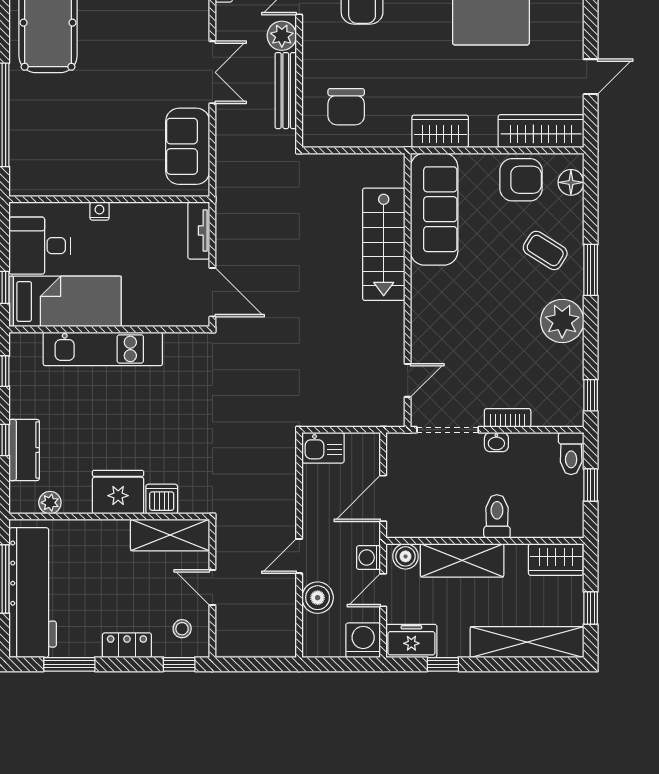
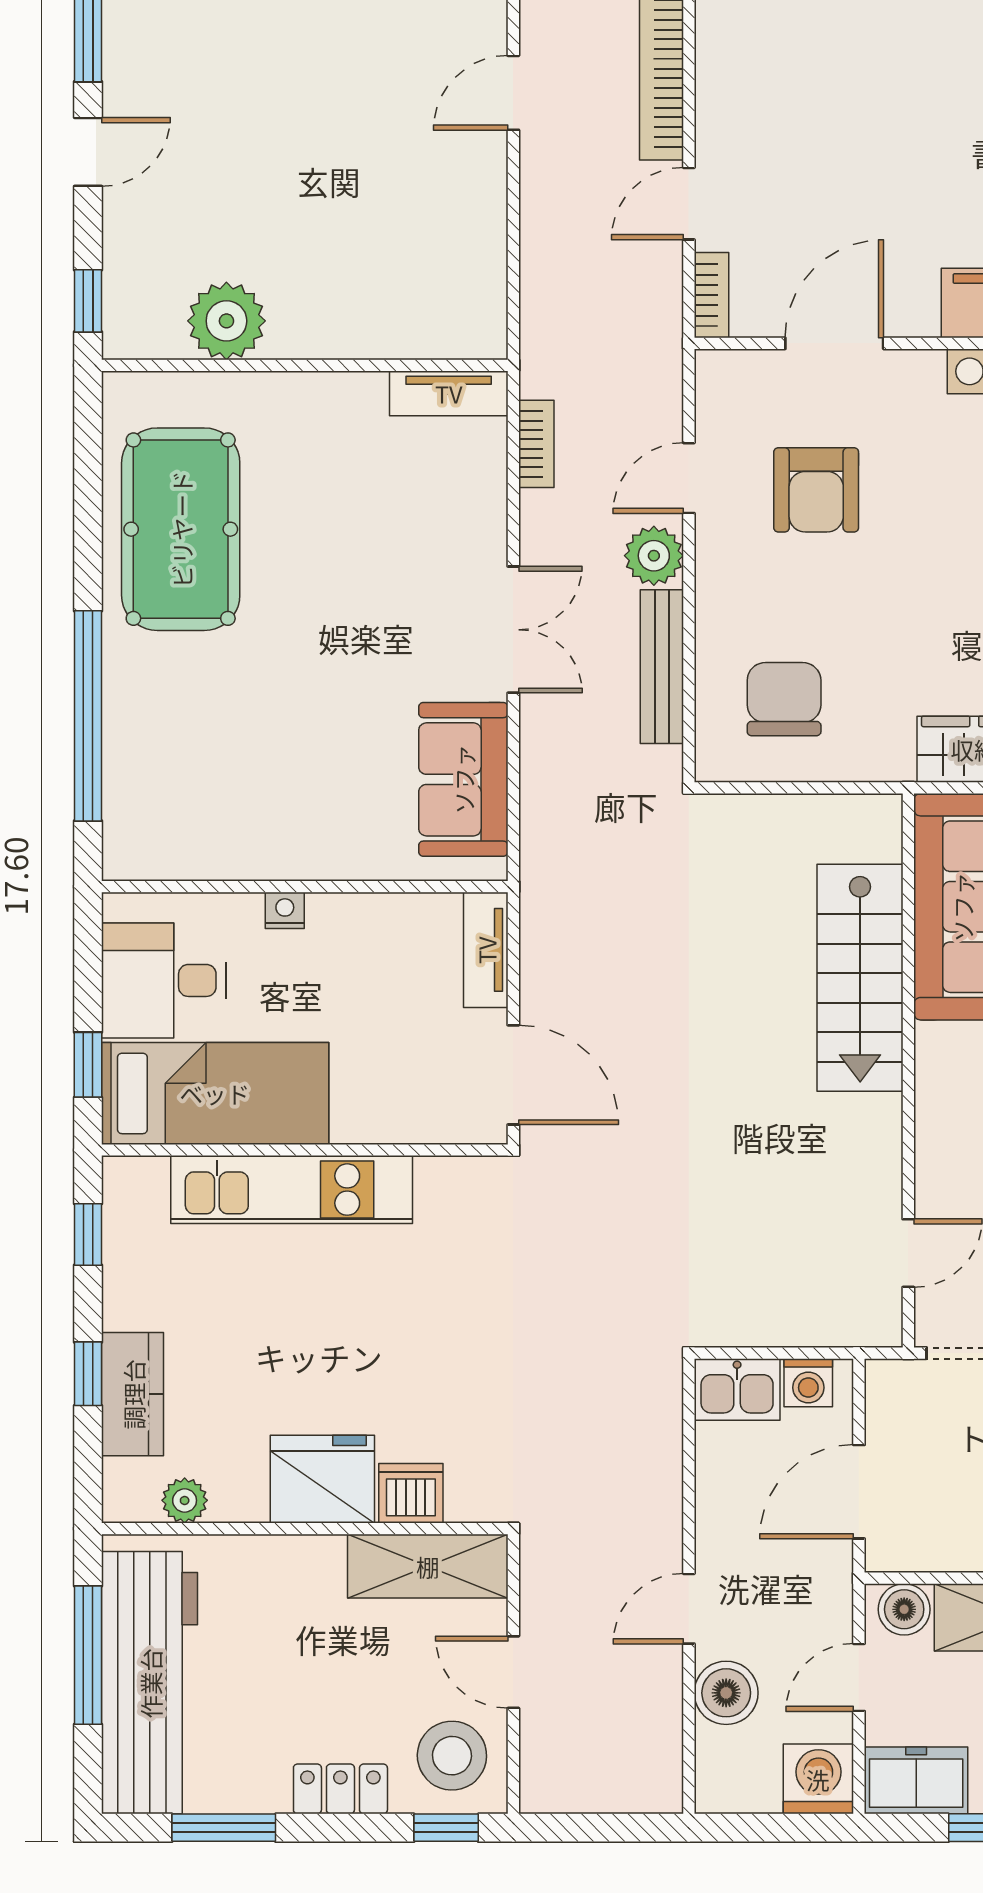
chair: (346, 107) -> (784, 699), turned 180
washing machine: (369, 558) -> (808, 1383), moved, turned -90
stool: (182, 629) -> (452, 1756), width x1.89, depth x1.89

